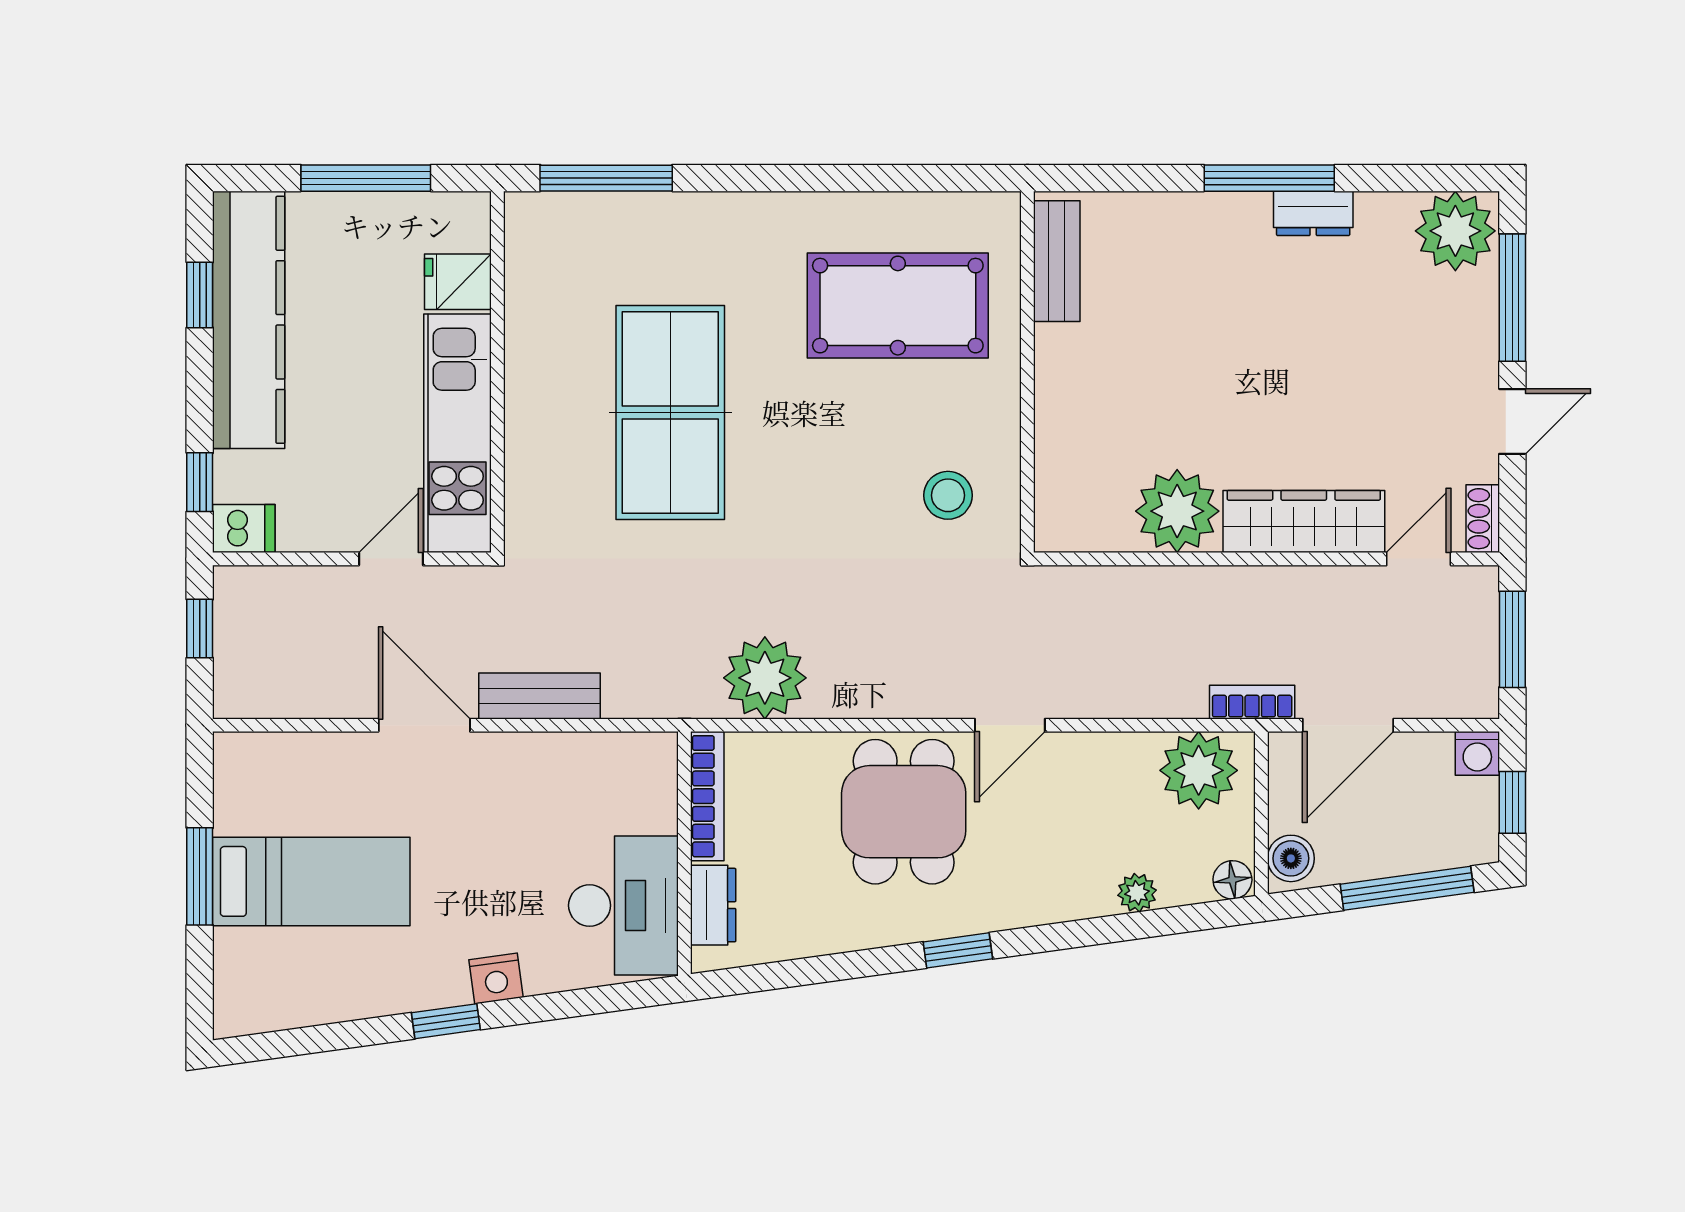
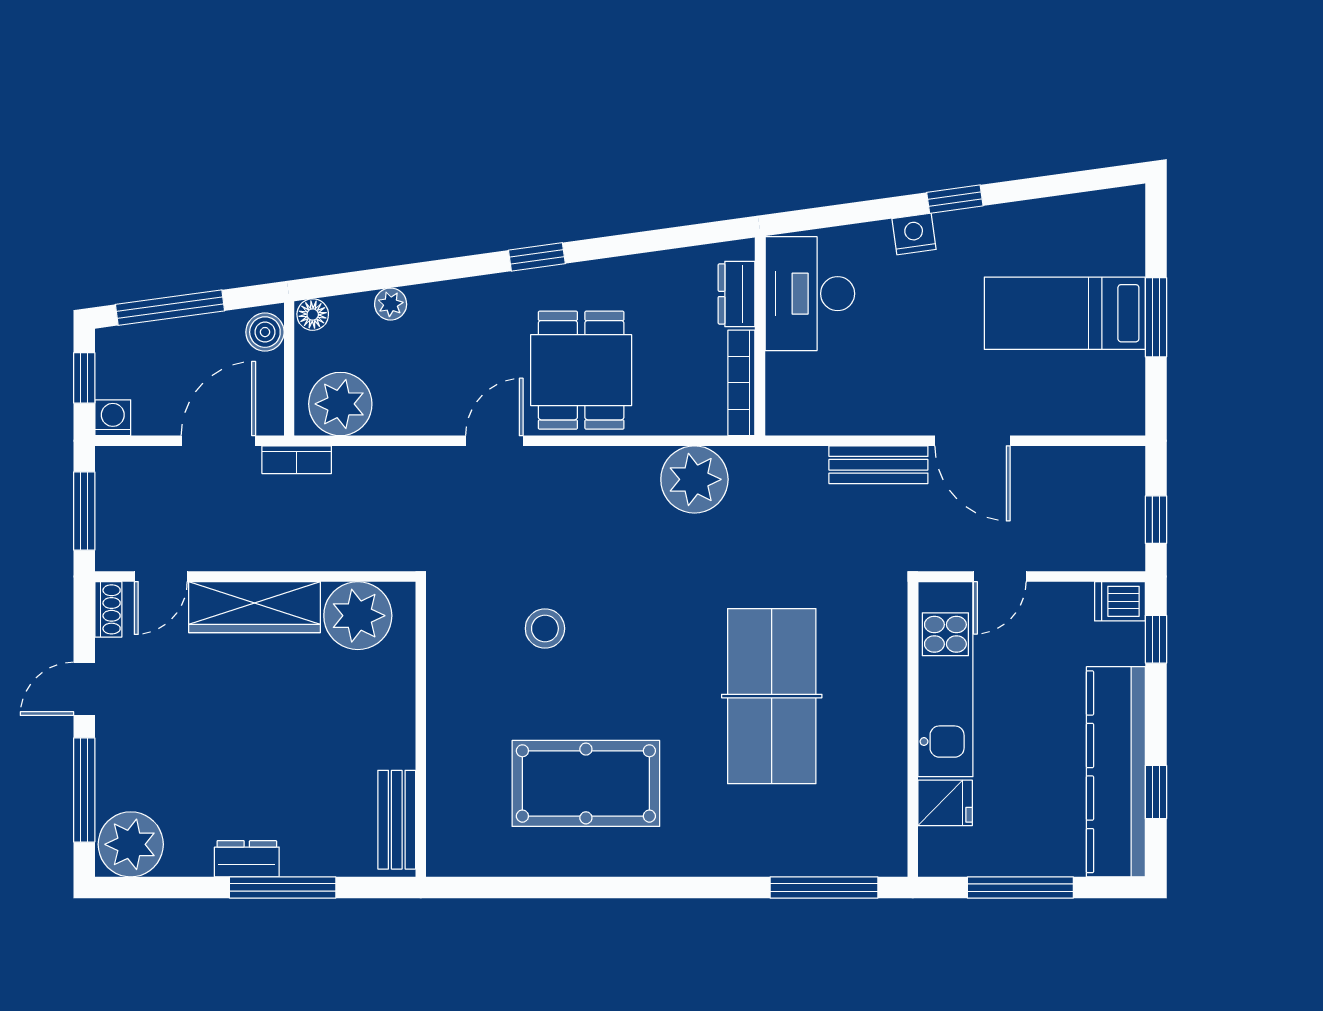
bench: (1057, 261) -> (397, 820), moved
wall: (1027, 372) -> (421, 729), moved

